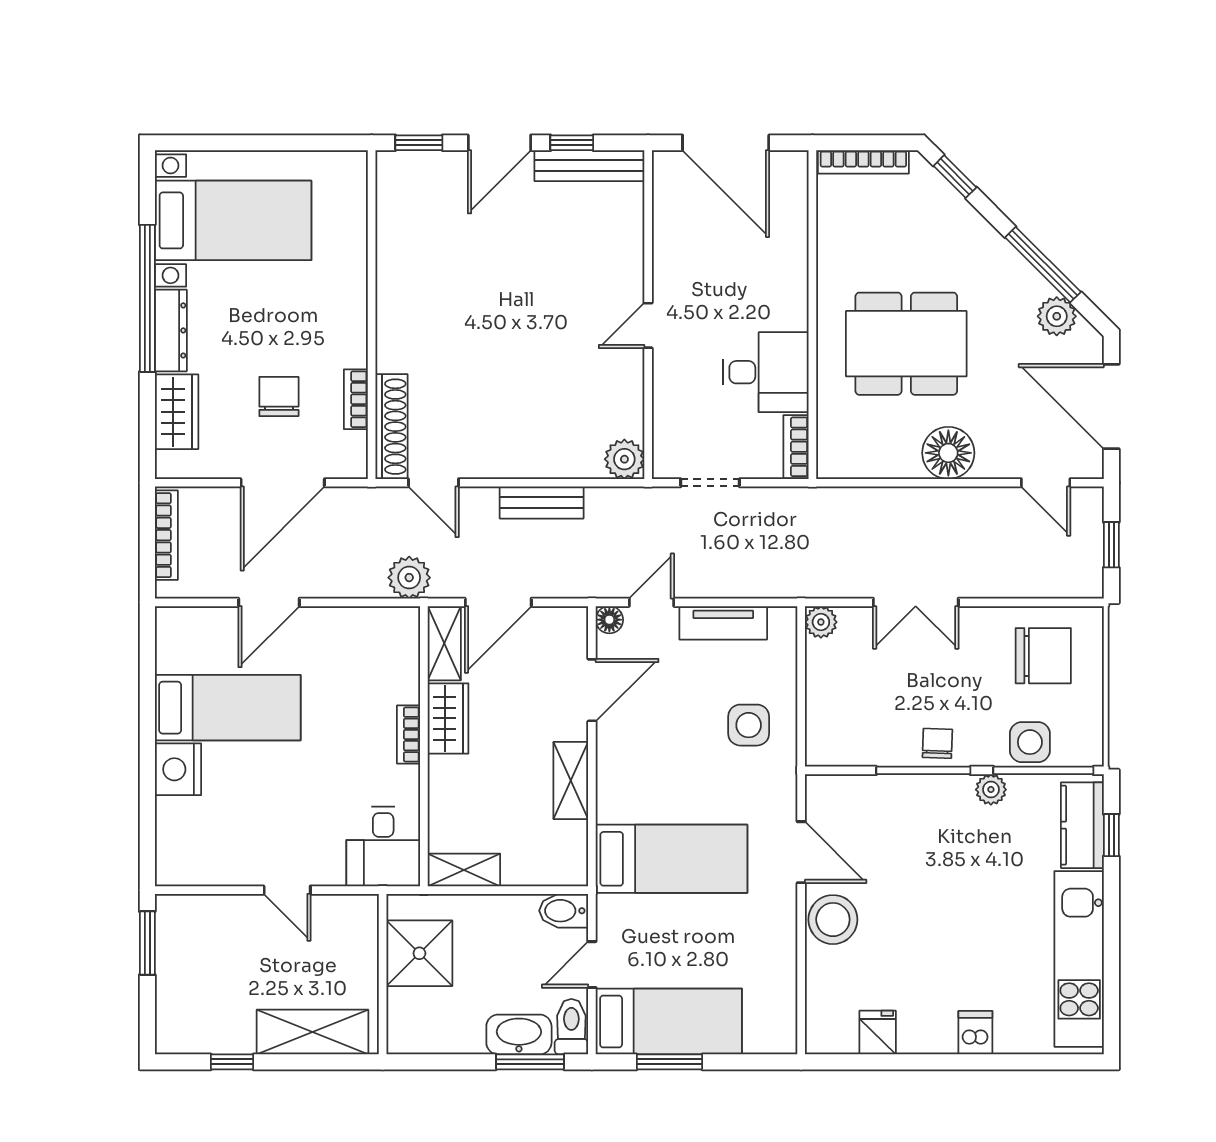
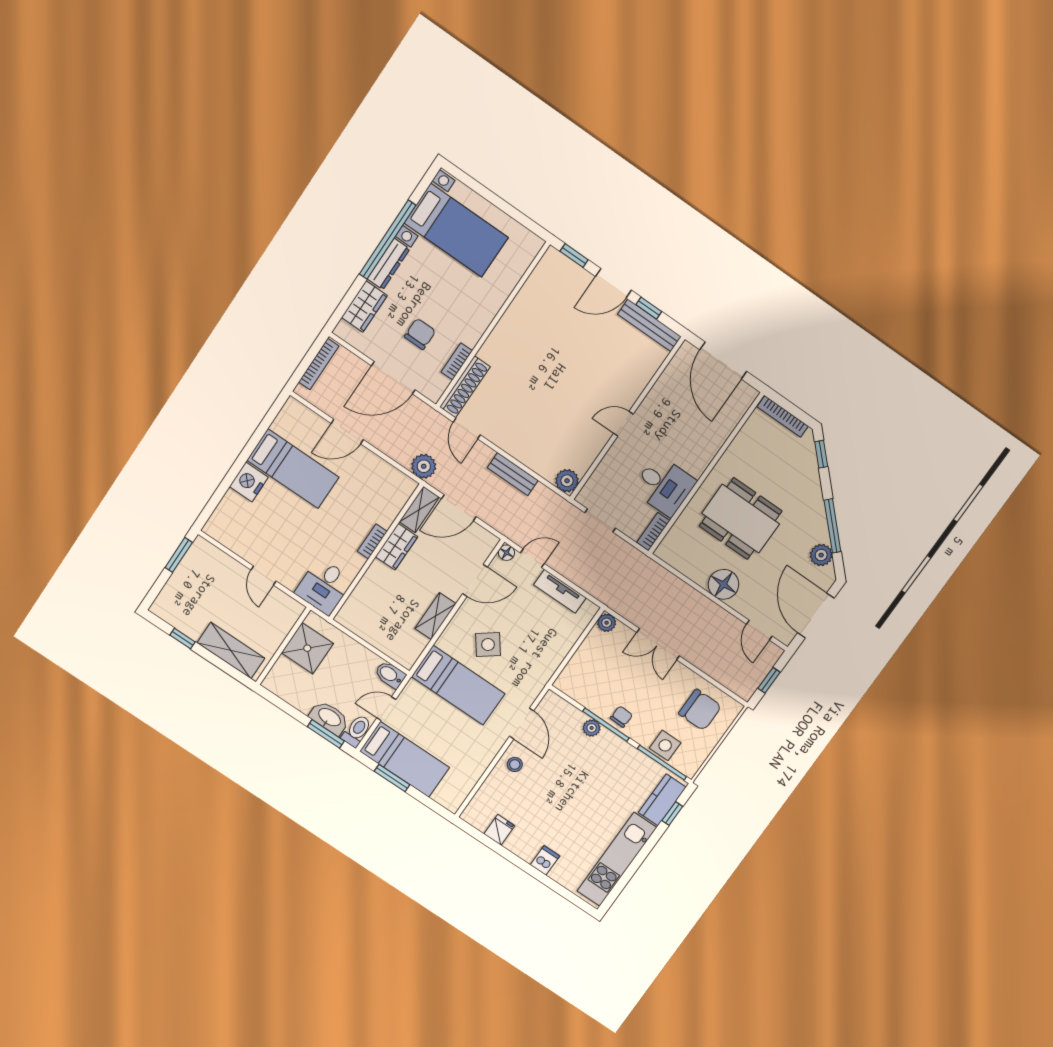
side table: (749, 725) -> (488, 645), moved, turned -37
plant: (991, 790) -> (592, 728), moved
shelving: (464, 870) -> (355, 623), removed
stool: (833, 920) -> (515, 764), width x0.53, depth x0.53

